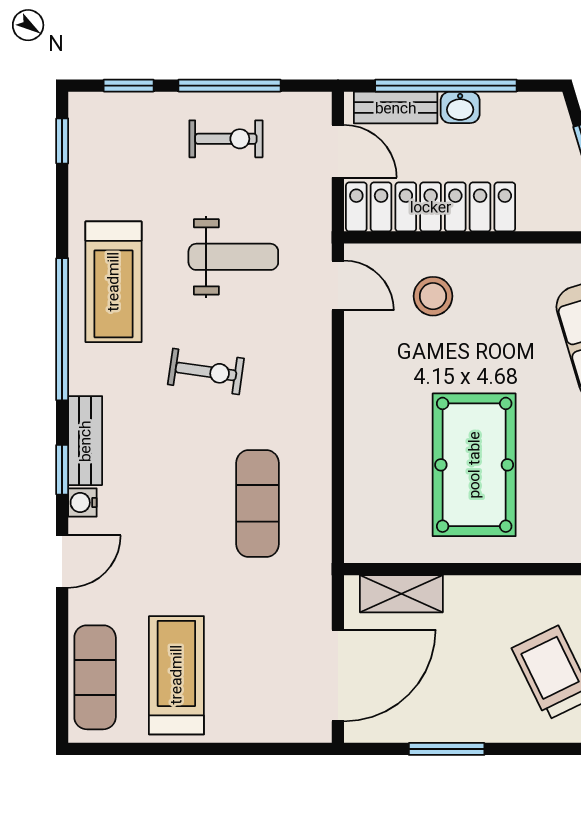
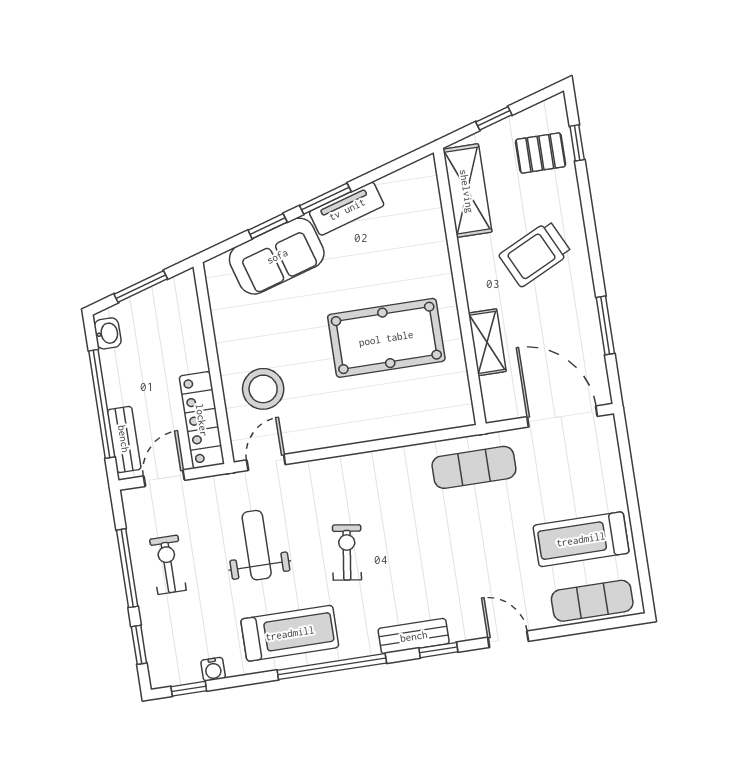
washbasin: (460, 107) -> (108, 333), moved
locker: (431, 207) -> (202, 420), width x0.71, depth x0.83
stool: (433, 296) -> (263, 389), width x1.38, depth x1.38
water cooler: (82, 503) -> (213, 669), moved
exercise mat: (257, 504) -> (474, 467), moved
shelving: (401, 594) -> (487, 342), moved

